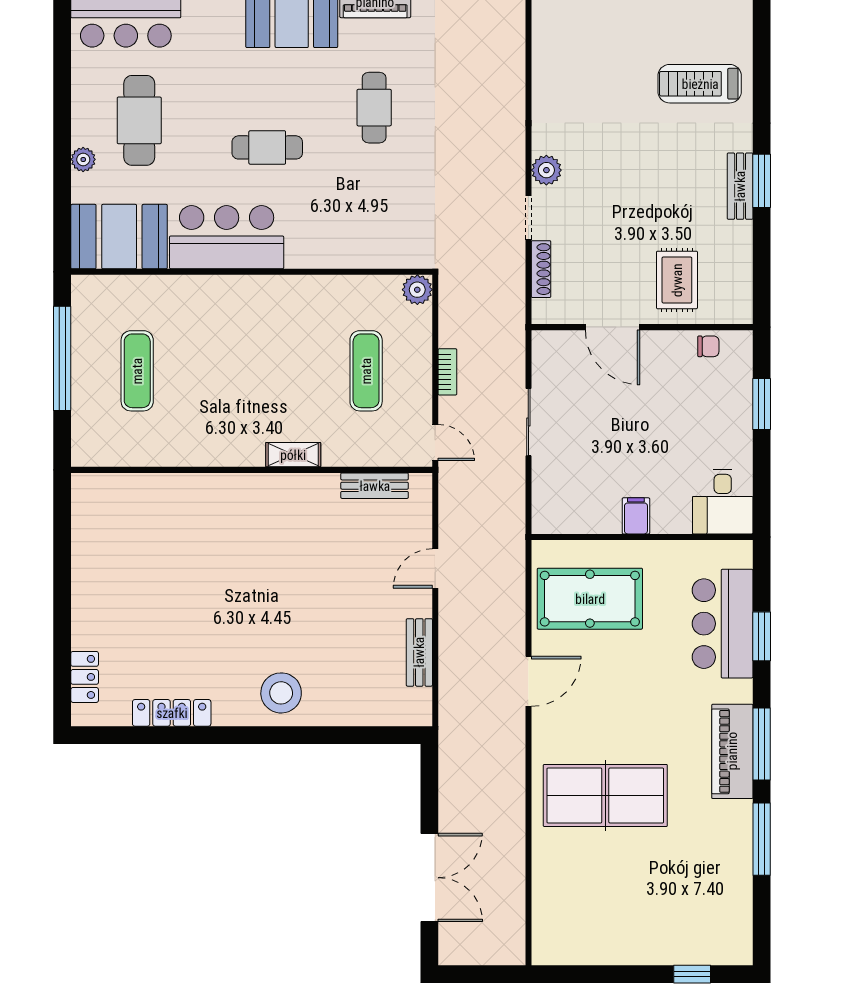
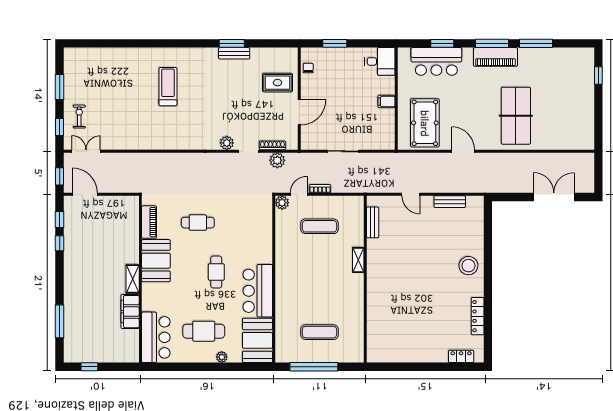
treadmill: (700, 84) -> (168, 87), moved, turned 180
plant: (509, 279) -> (277, 160), added
door: (435, 443) -> (299, 194), moved

